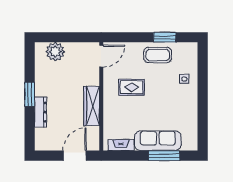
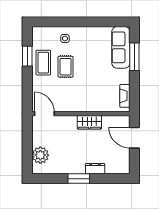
rug: (131, 87) -> (66, 67), moved
wardrobe: (92, 106) -> (89, 122), width x0.67
dresser: (41, 112) -> (95, 169), width x0.70
sofa: (158, 141) -> (121, 47), moved

